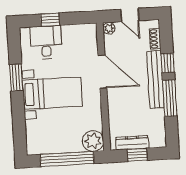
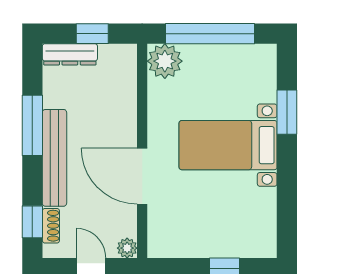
desk: (46, 42) -> (234, 231), removed
window: (168, 63) -> (32, 222), moved
window: (16, 78) -> (287, 112), moved
dresser: (132, 143) -> (70, 54), moved

